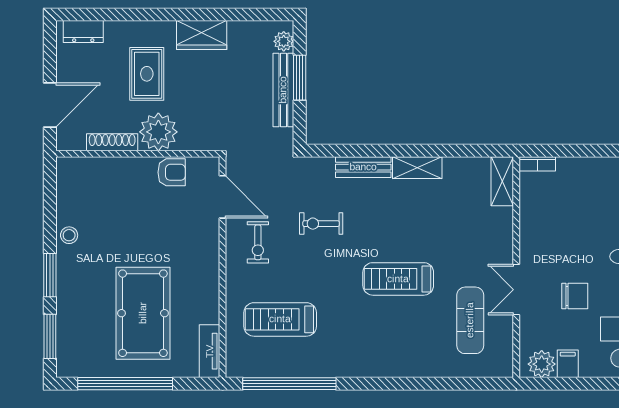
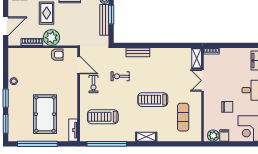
shelving: (417, 168) -> (146, 137), moved
double door: (516, 290) -> (203, 80), moved

